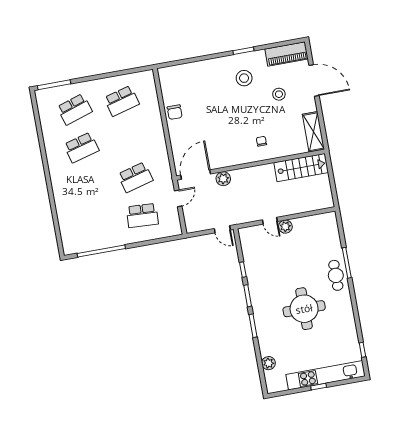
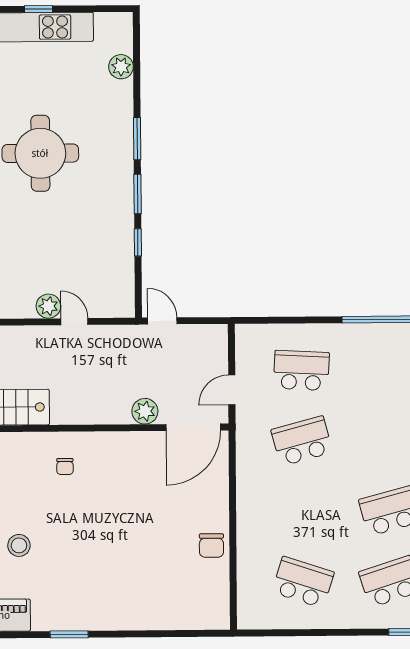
stool: (244, 78) -> (77, 585), removed
school desk: (122, 101) -> (303, 582), turned 33
chair: (175, 112) -> (211, 546), turned 180

